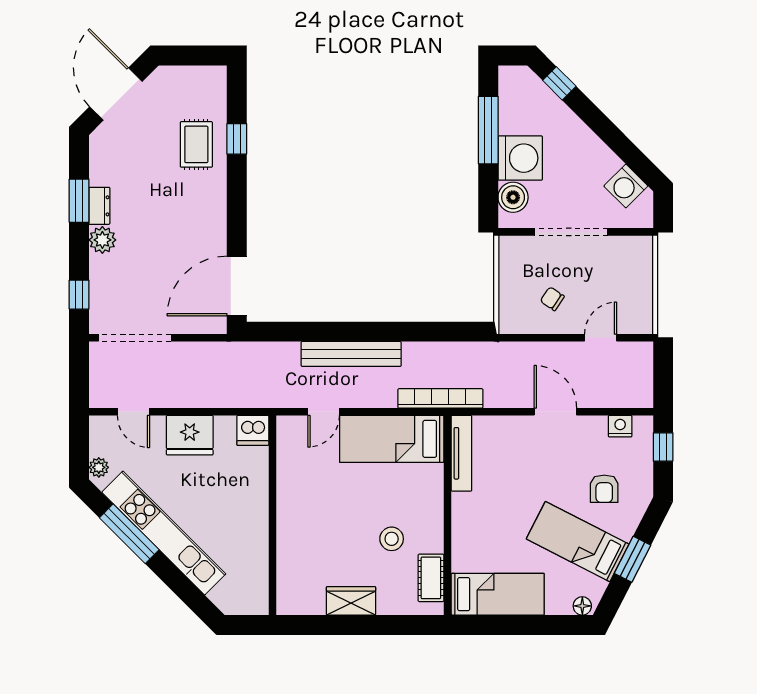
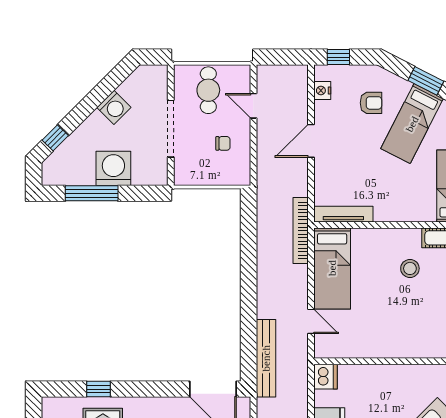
washing machine: (626, 186) -> (114, 107), moved
boiler: (513, 197) -> (144, 174), removed
cafe table: (621, 280) -> (208, 90), added
chair: (552, 299) -> (223, 143), turned -124
bench: (351, 354) -> (266, 358), moved

